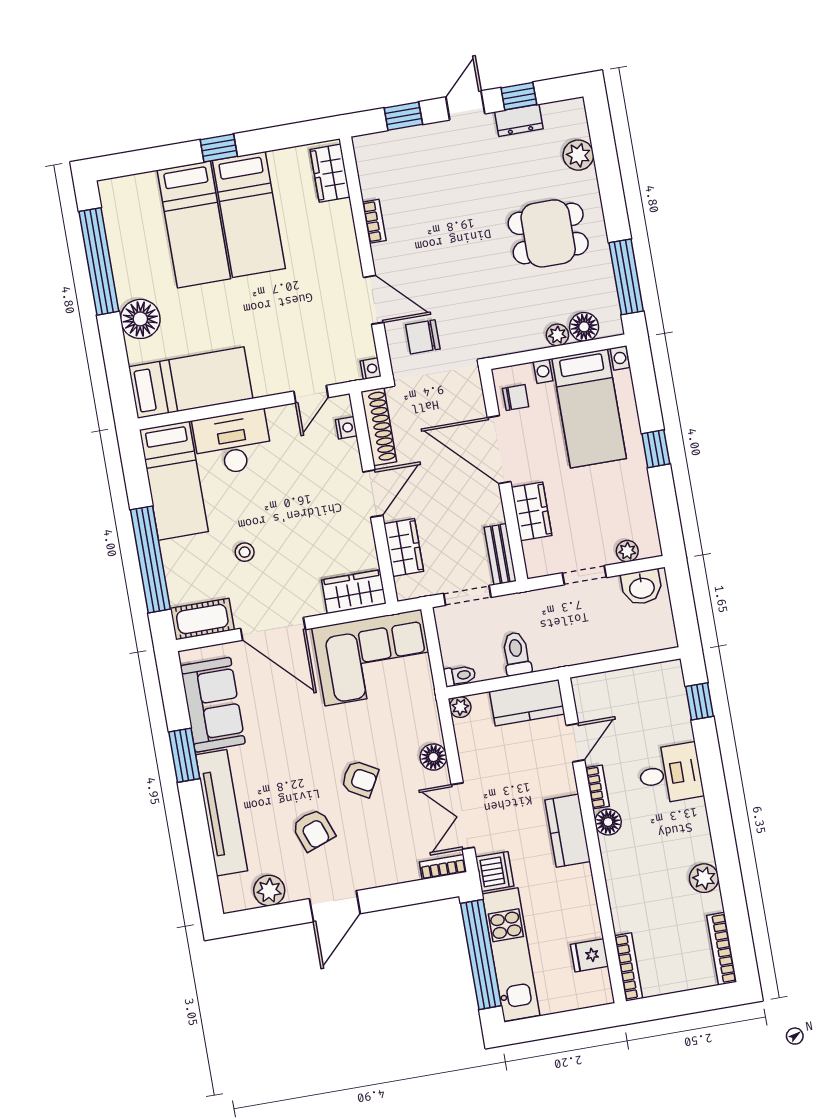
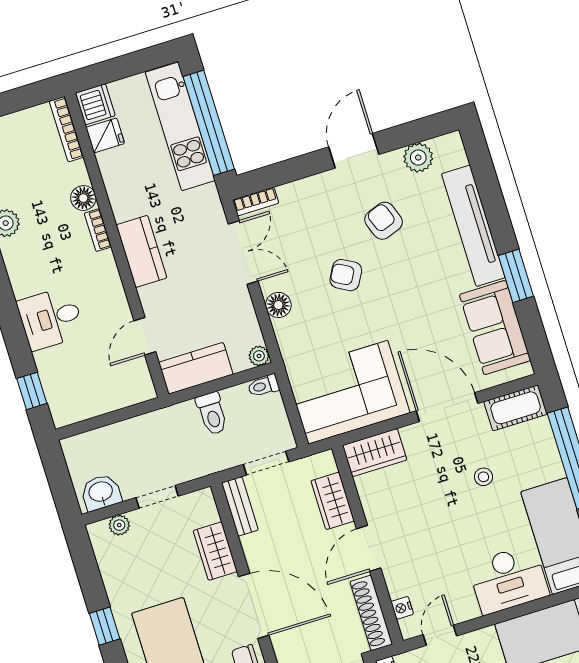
bookcase: (597, 787) -> (98, 230), moved
floor lamp: (608, 822) -> (83, 198), moved
dishwasher: (495, 872) -> (95, 104), moved, turned 180

